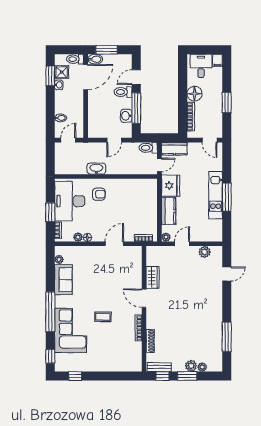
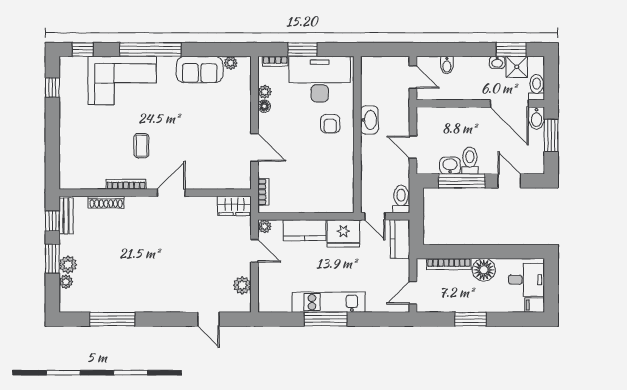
toilet: (123, 92) -> (470, 161), moved
wardrobe: (153, 277) -> (234, 206), moved
coffee table: (103, 317) -> (141, 146), moved

